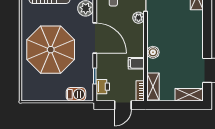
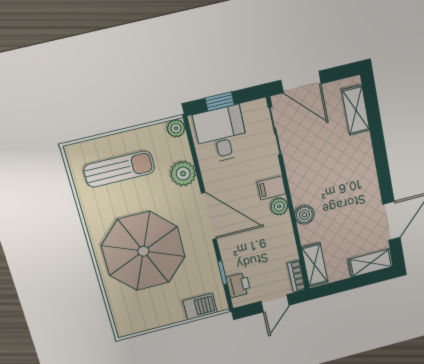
plant: (139, 18) -> (279, 206), moved
filing cabinet: (136, 63) -> (272, 188), moved

